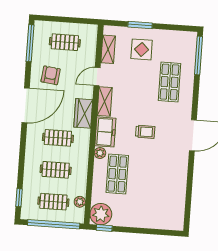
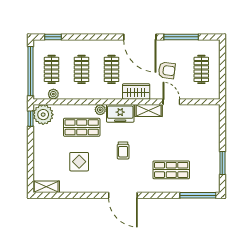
window: (140, 25) -> (222, 163), moved
window: (30, 43) -> (181, 37), moved
shelving: (108, 49) -> (46, 187), moved
display table: (142, 49) -> (79, 162), moved
armchair: (51, 75) -> (167, 70), moved

